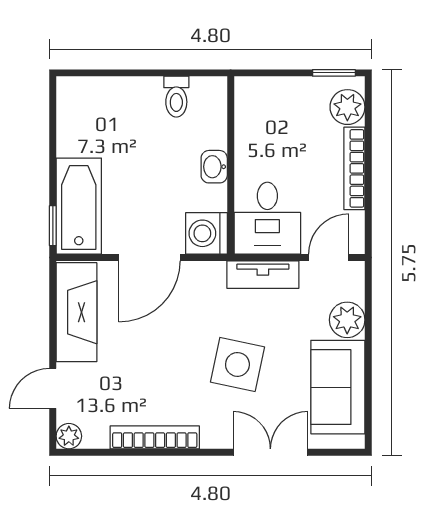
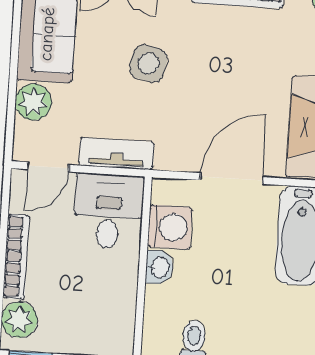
washing machine: (207, 233) -> (170, 227), moved
side table: (237, 364) -> (148, 63), width x0.73, depth x0.73

